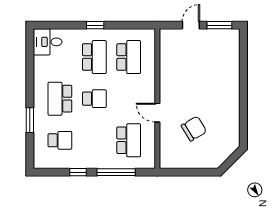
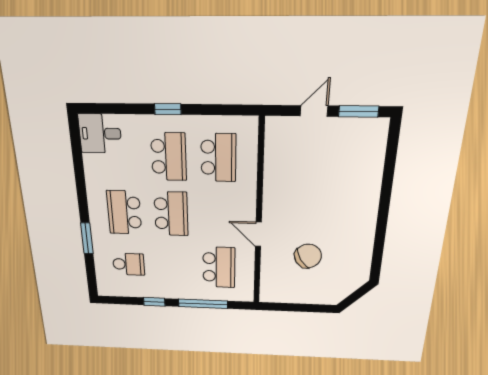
school desk: (94, 99) -> (171, 214), width x1.85

